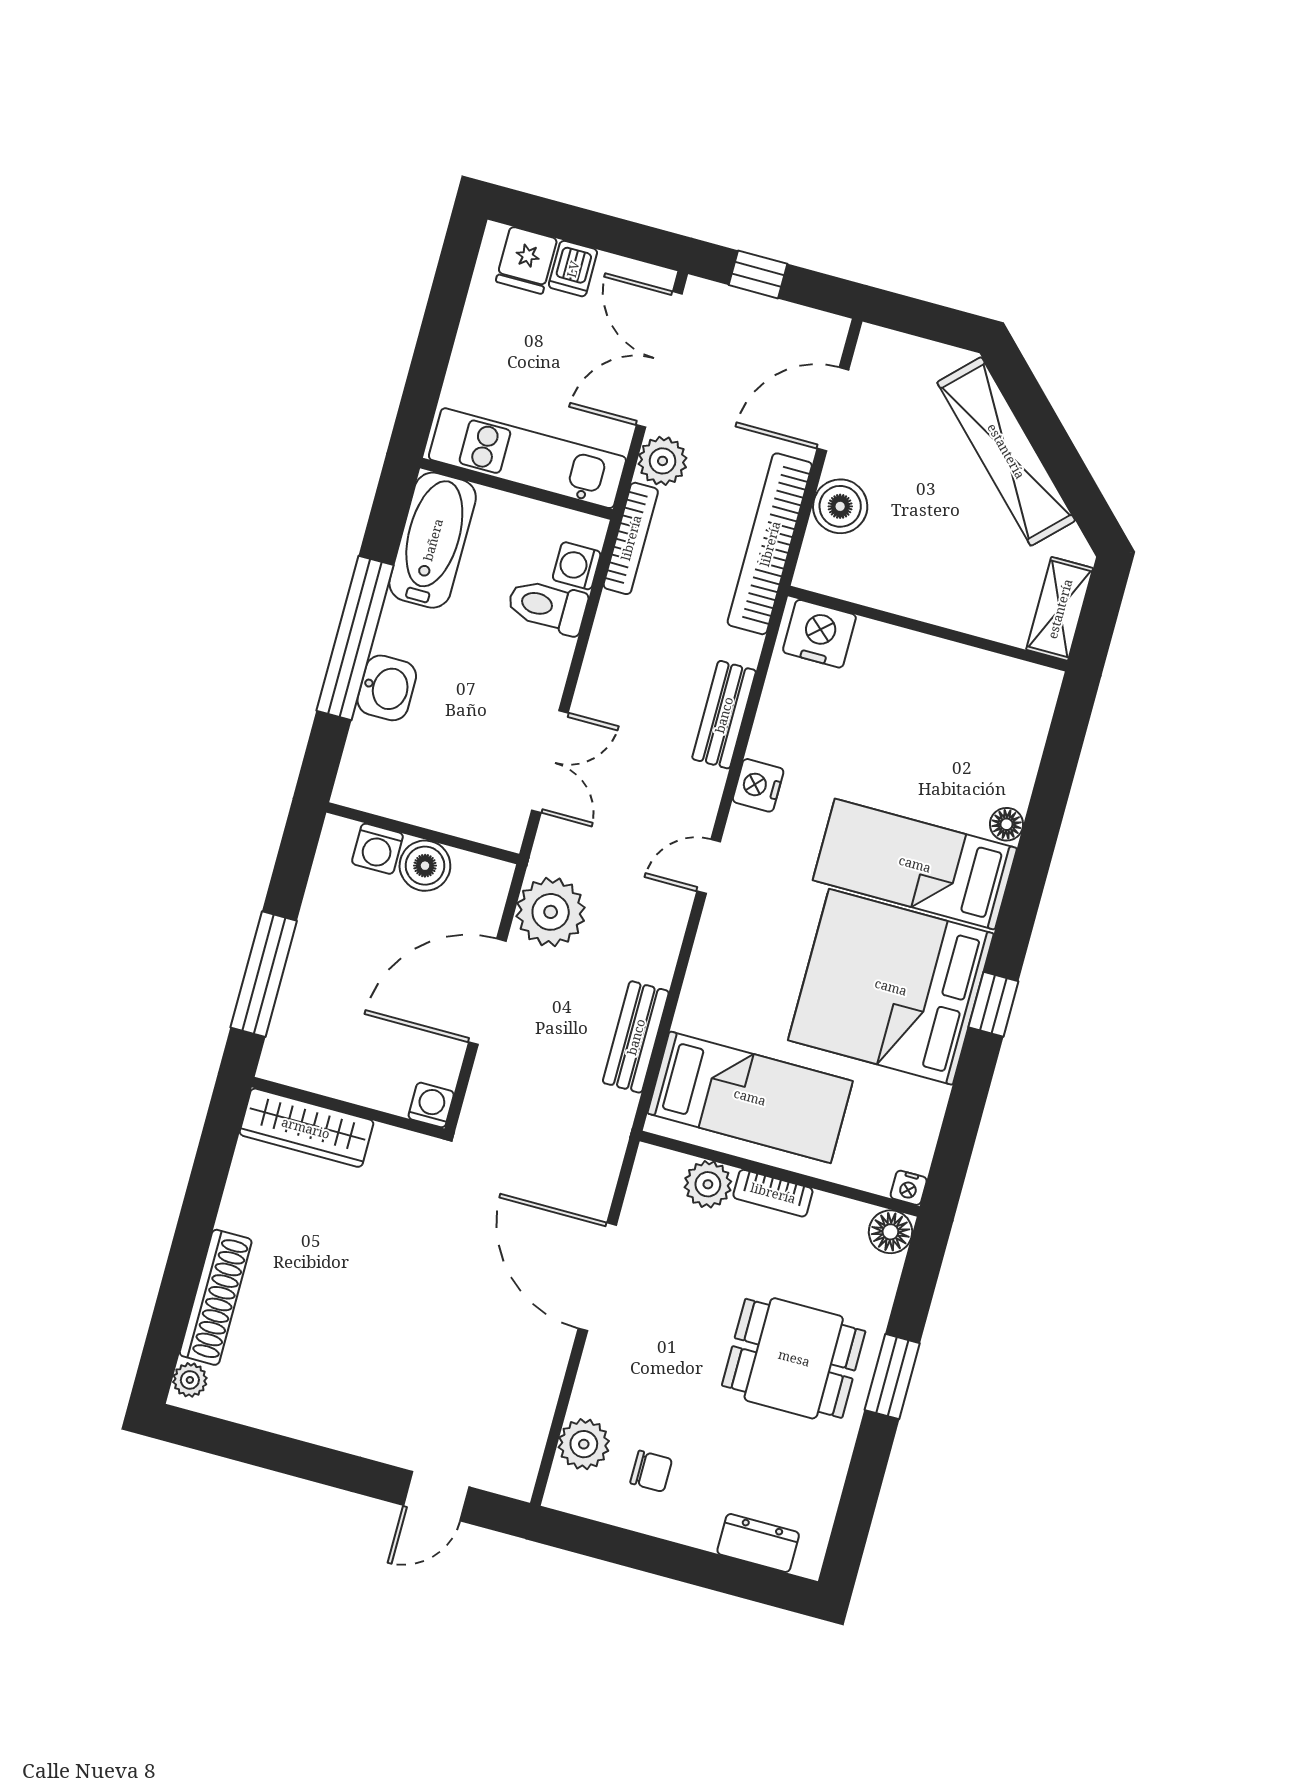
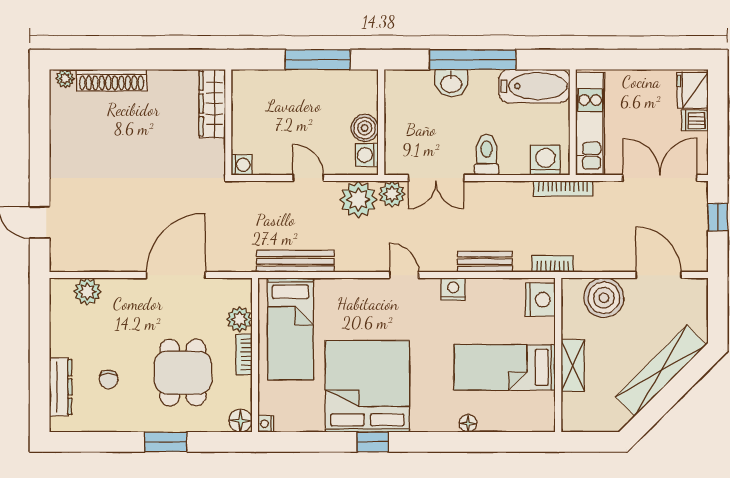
fridge: (526, 260) -> (693, 90), width x1.38
plant: (663, 461) -> (392, 194), moved
boiler: (840, 506) -> (604, 298), width x1.37, depth x1.37
bookcase: (770, 544) -> (553, 264), width x0.43, depth x0.76
washing machine: (577, 566) -> (545, 160), width x1.38, depth x1.38
toilet: (547, 606) -> (486, 155), moved
shelving: (1060, 609) -> (573, 365), moved, turned 90
washing machine: (377, 849) -> (367, 155), moved
bed: (915, 864) -> (505, 367), moved, turned -90
window: (264, 974) -> (318, 60), moved
door: (487, 992) -> (308, 178), width x0.53
bench: (636, 1037) -> (295, 261), width x1.36
dining table: (794, 1358) -> (183, 372), moved
chair: (651, 1471) -> (108, 379), moved
dresser: (758, 1543) -> (61, 387), width x1.44

